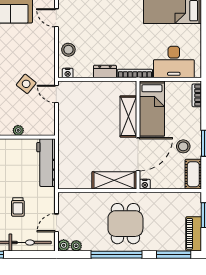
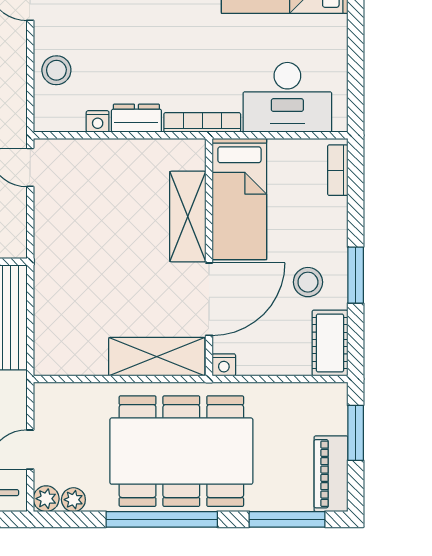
nightstand: (68, 73) -> (98, 121), moved
dining table: (125, 224) -> (181, 451), width x1.88, depth x1.24

